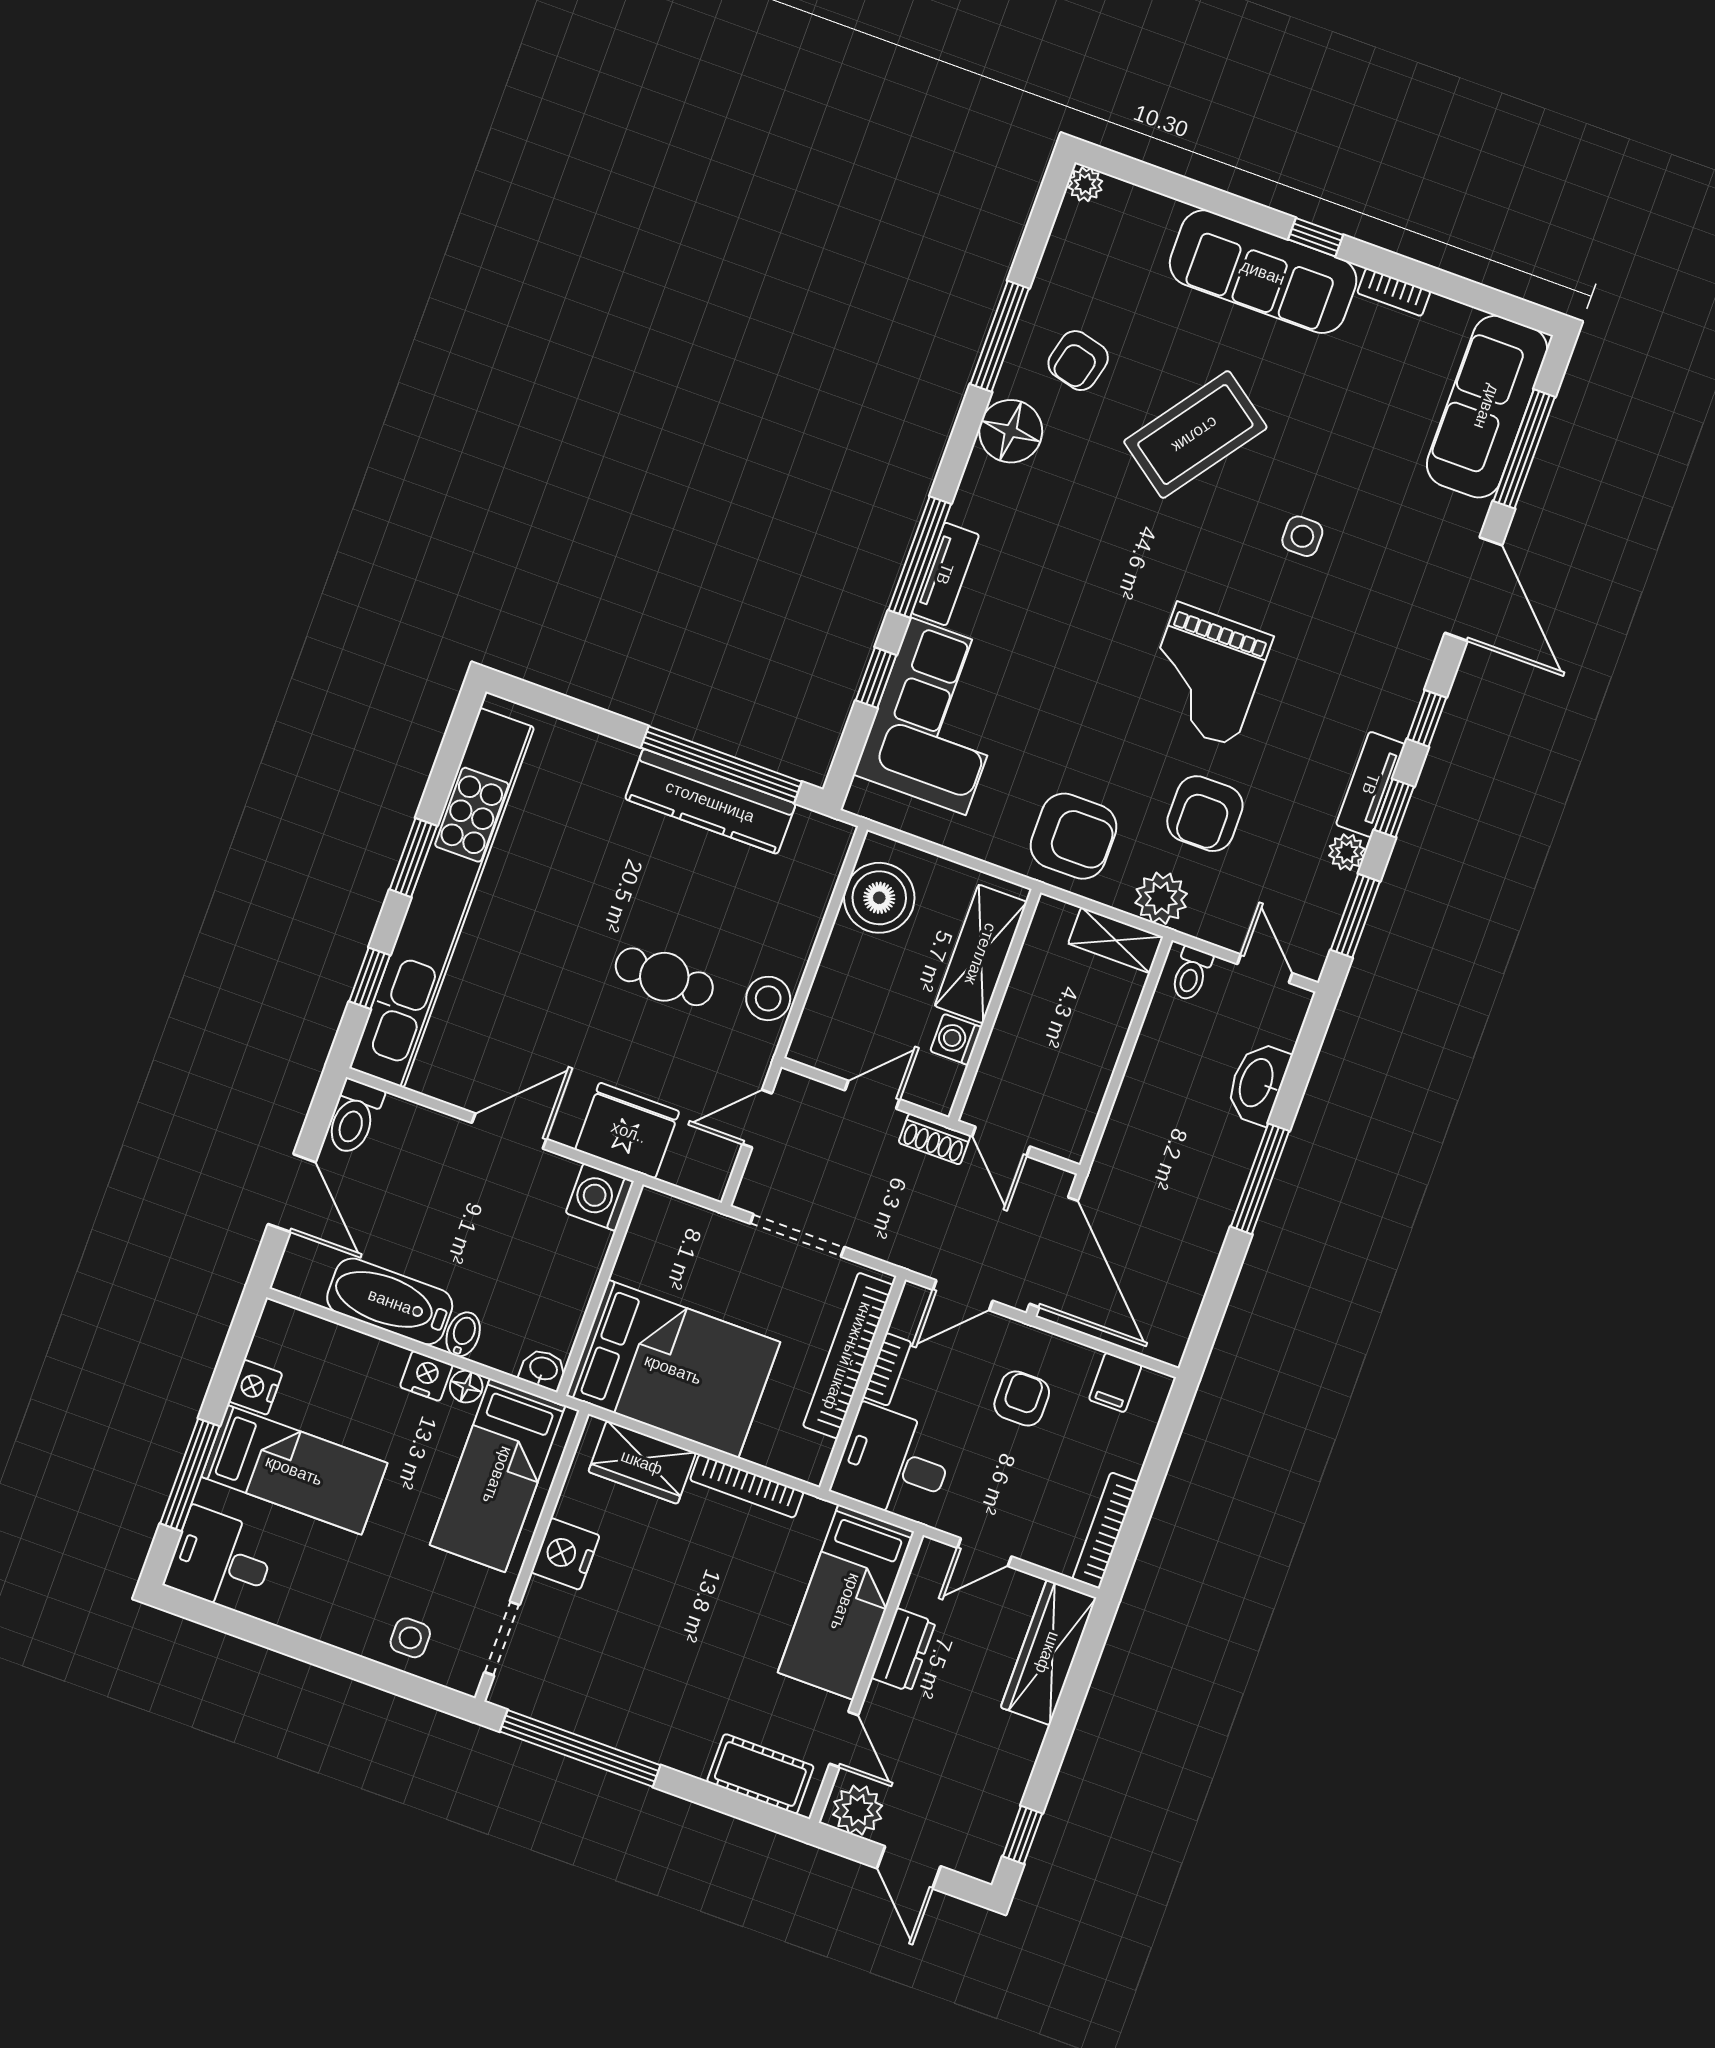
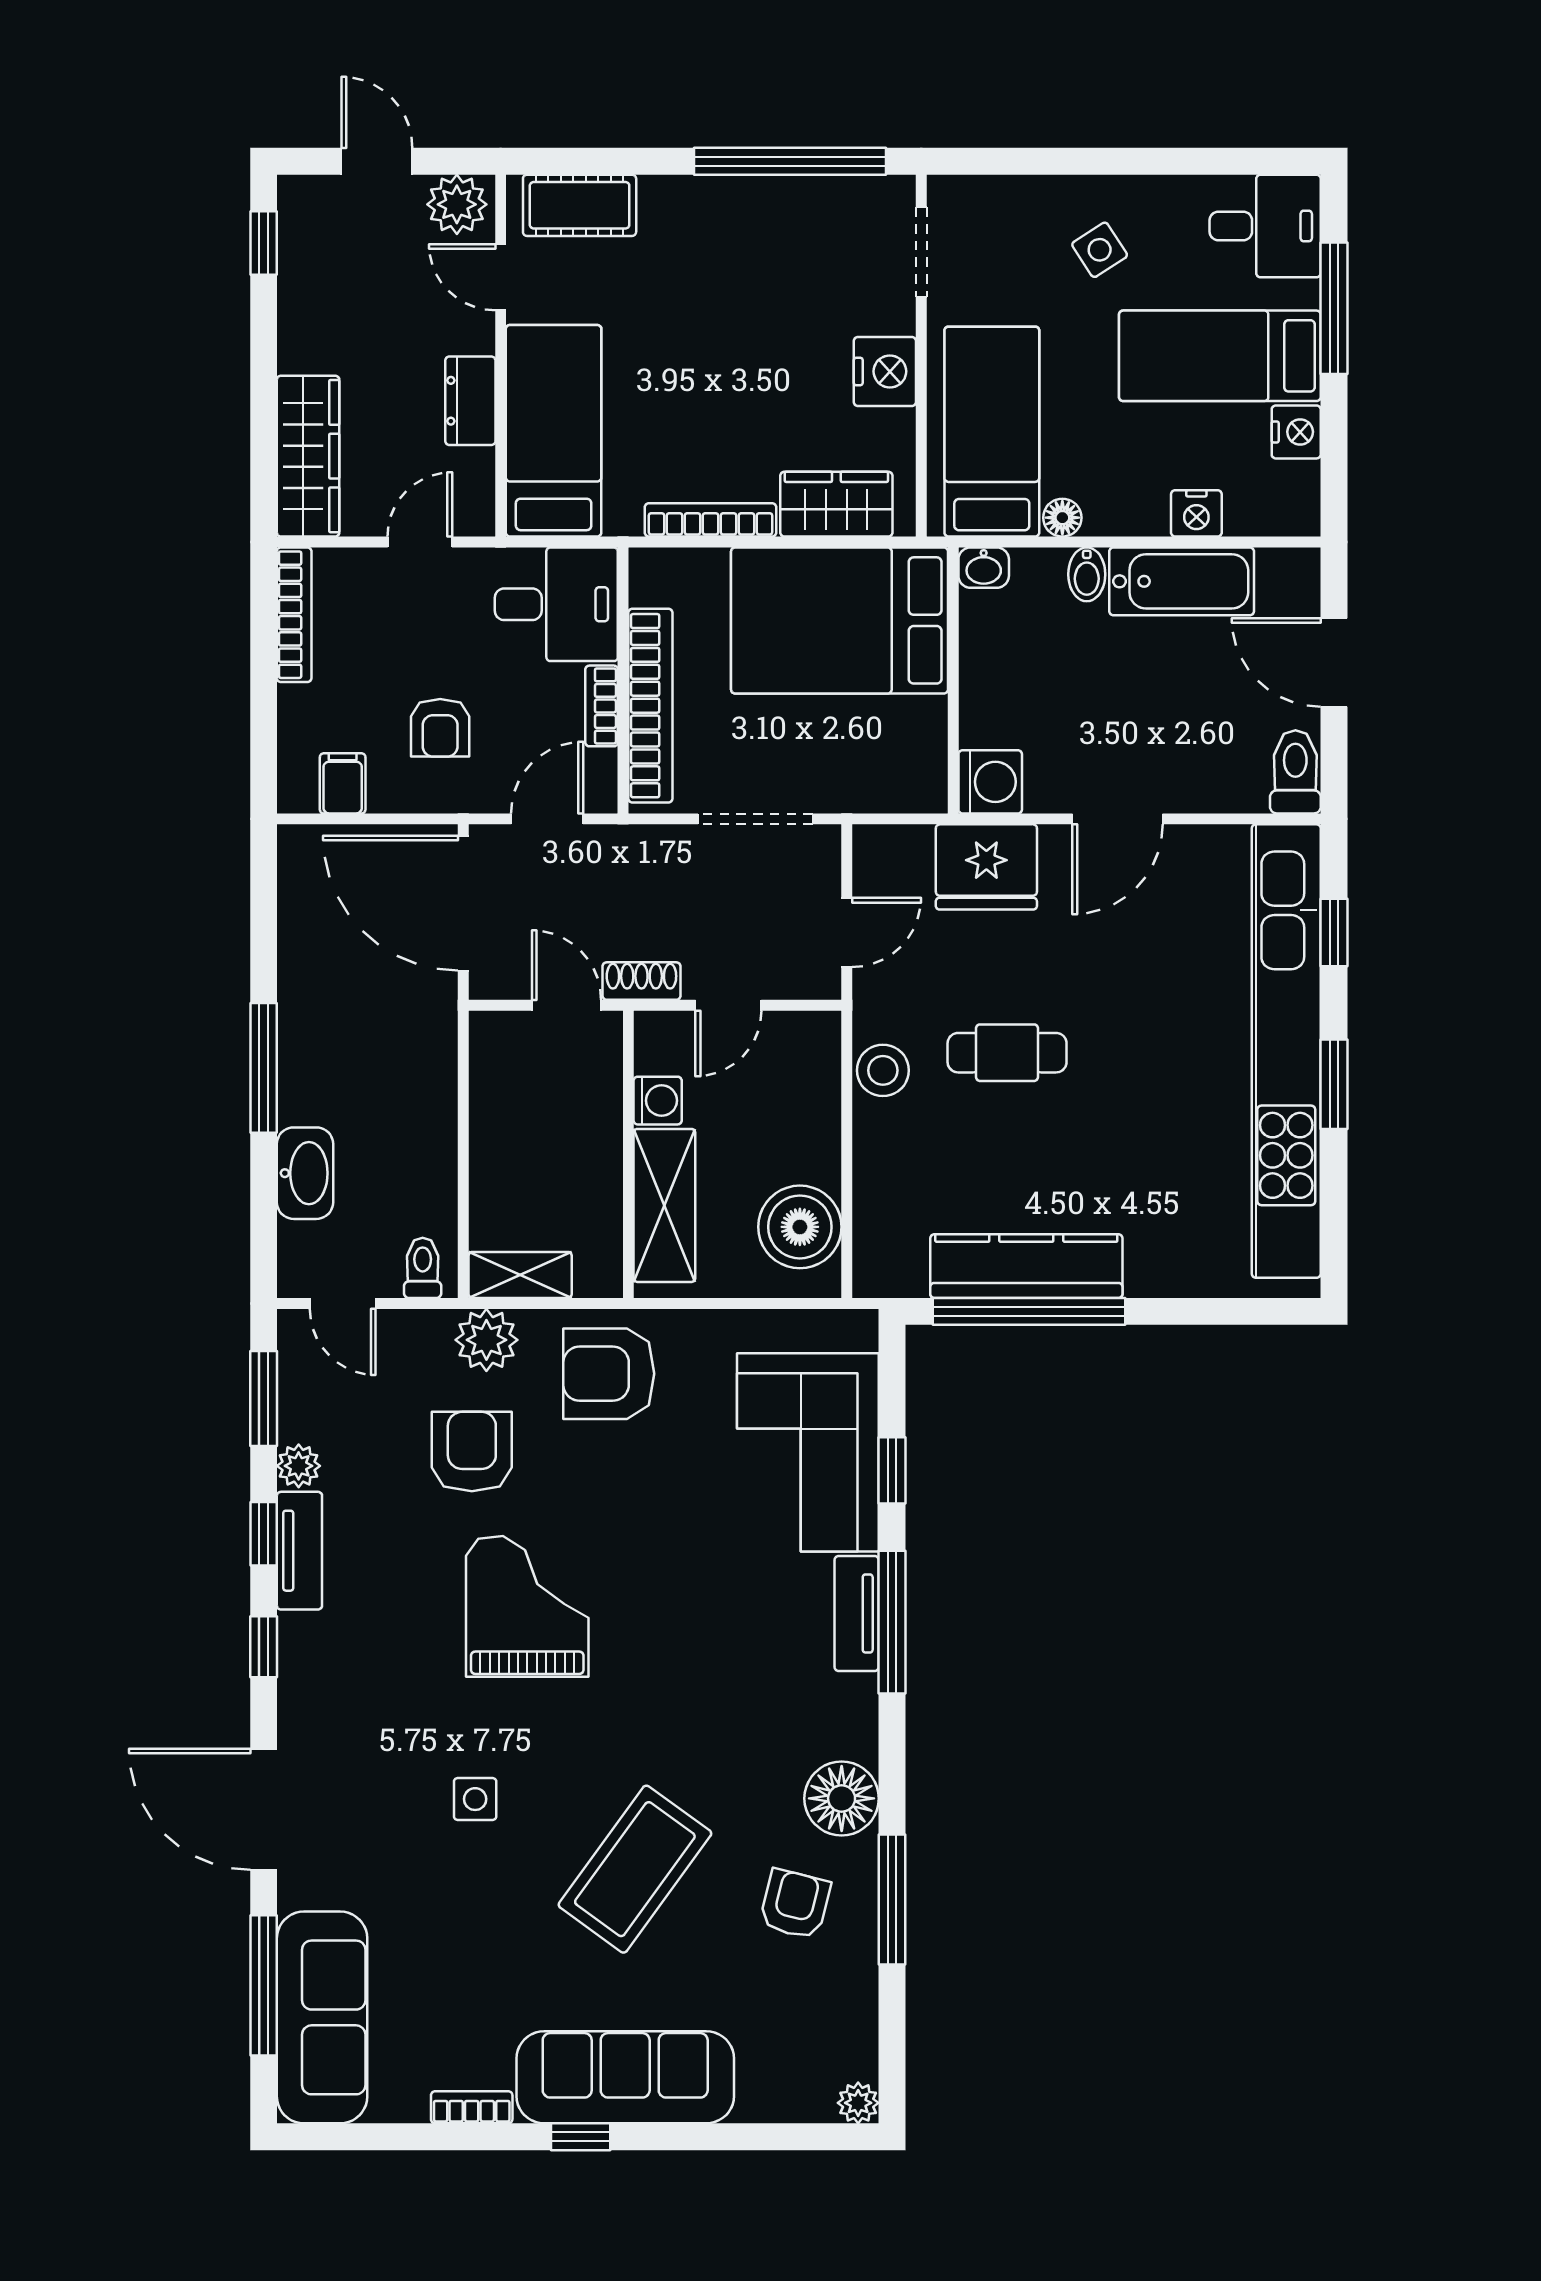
nightstand: (426, 1376) -> (1196, 513), moved
side table: (410, 1638) -> (1100, 250), moved, turned -33

